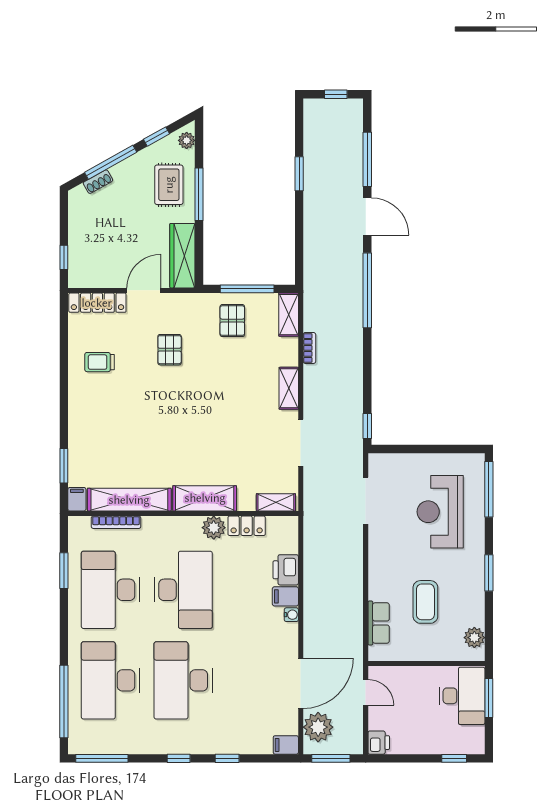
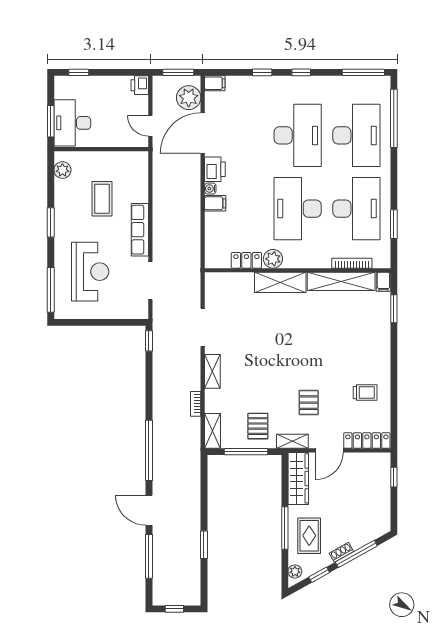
shoe rack: (98, 182) -> (341, 552), moved
shelving: (276, 502) -> (292, 441), moved
printer: (286, 570) -> (215, 169), moved
row of seats: (379, 623) -> (140, 230), moved, width x1.48

